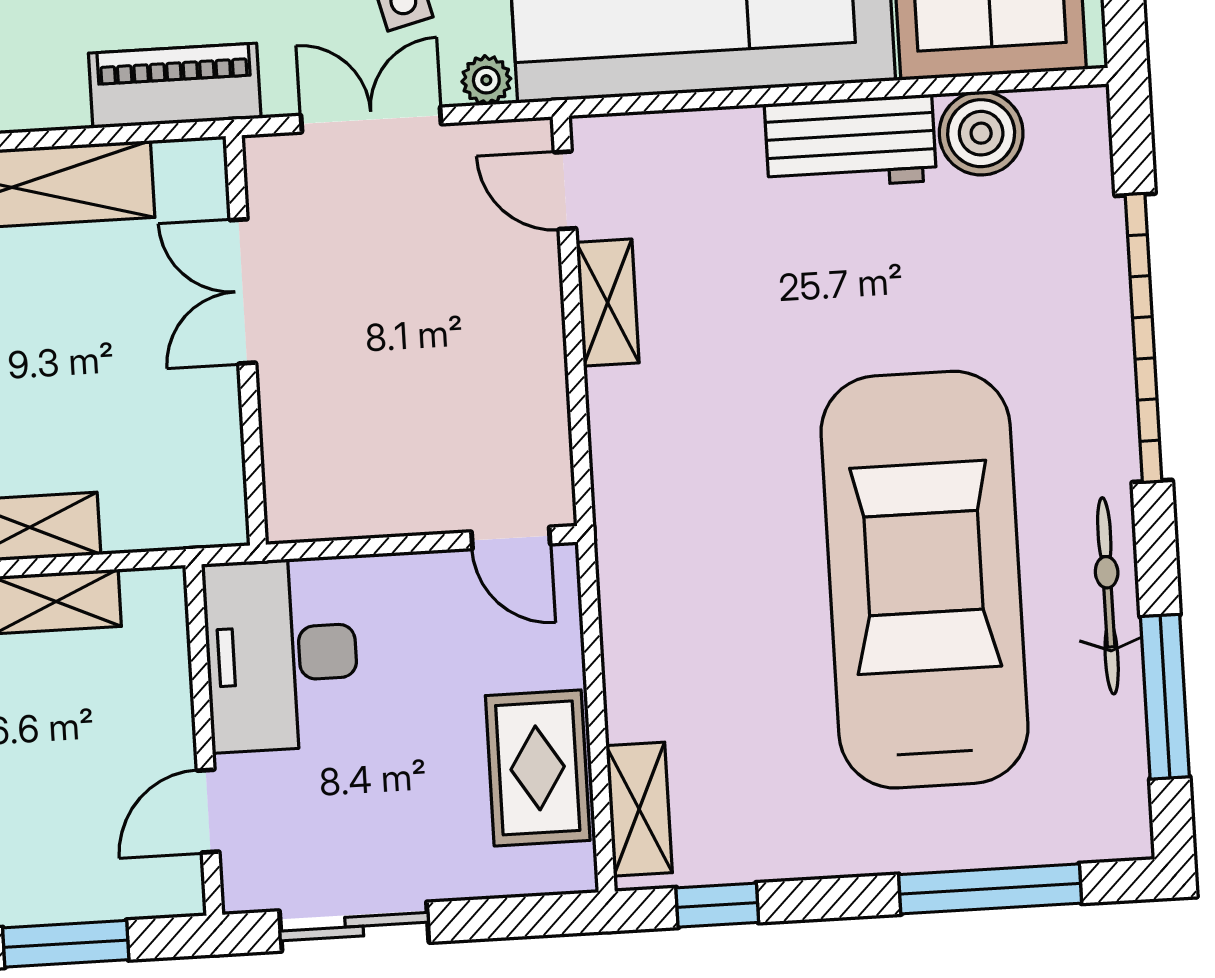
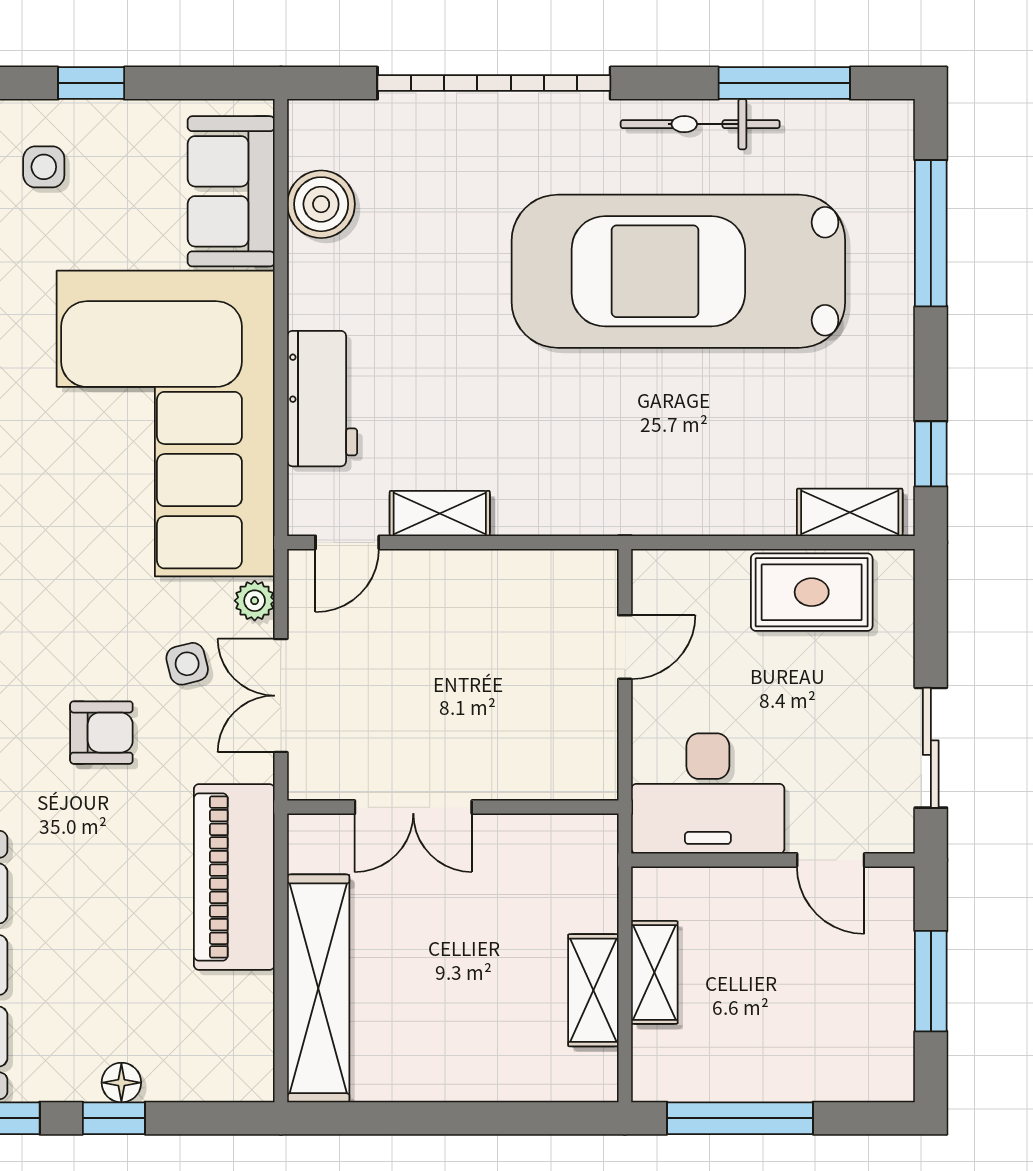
piano: (175, 86) -> (234, 877), width x1.37, depth x1.33
workbench: (850, 142) -> (322, 399), moved
door: (511, 538) -> (625, 647), moved

